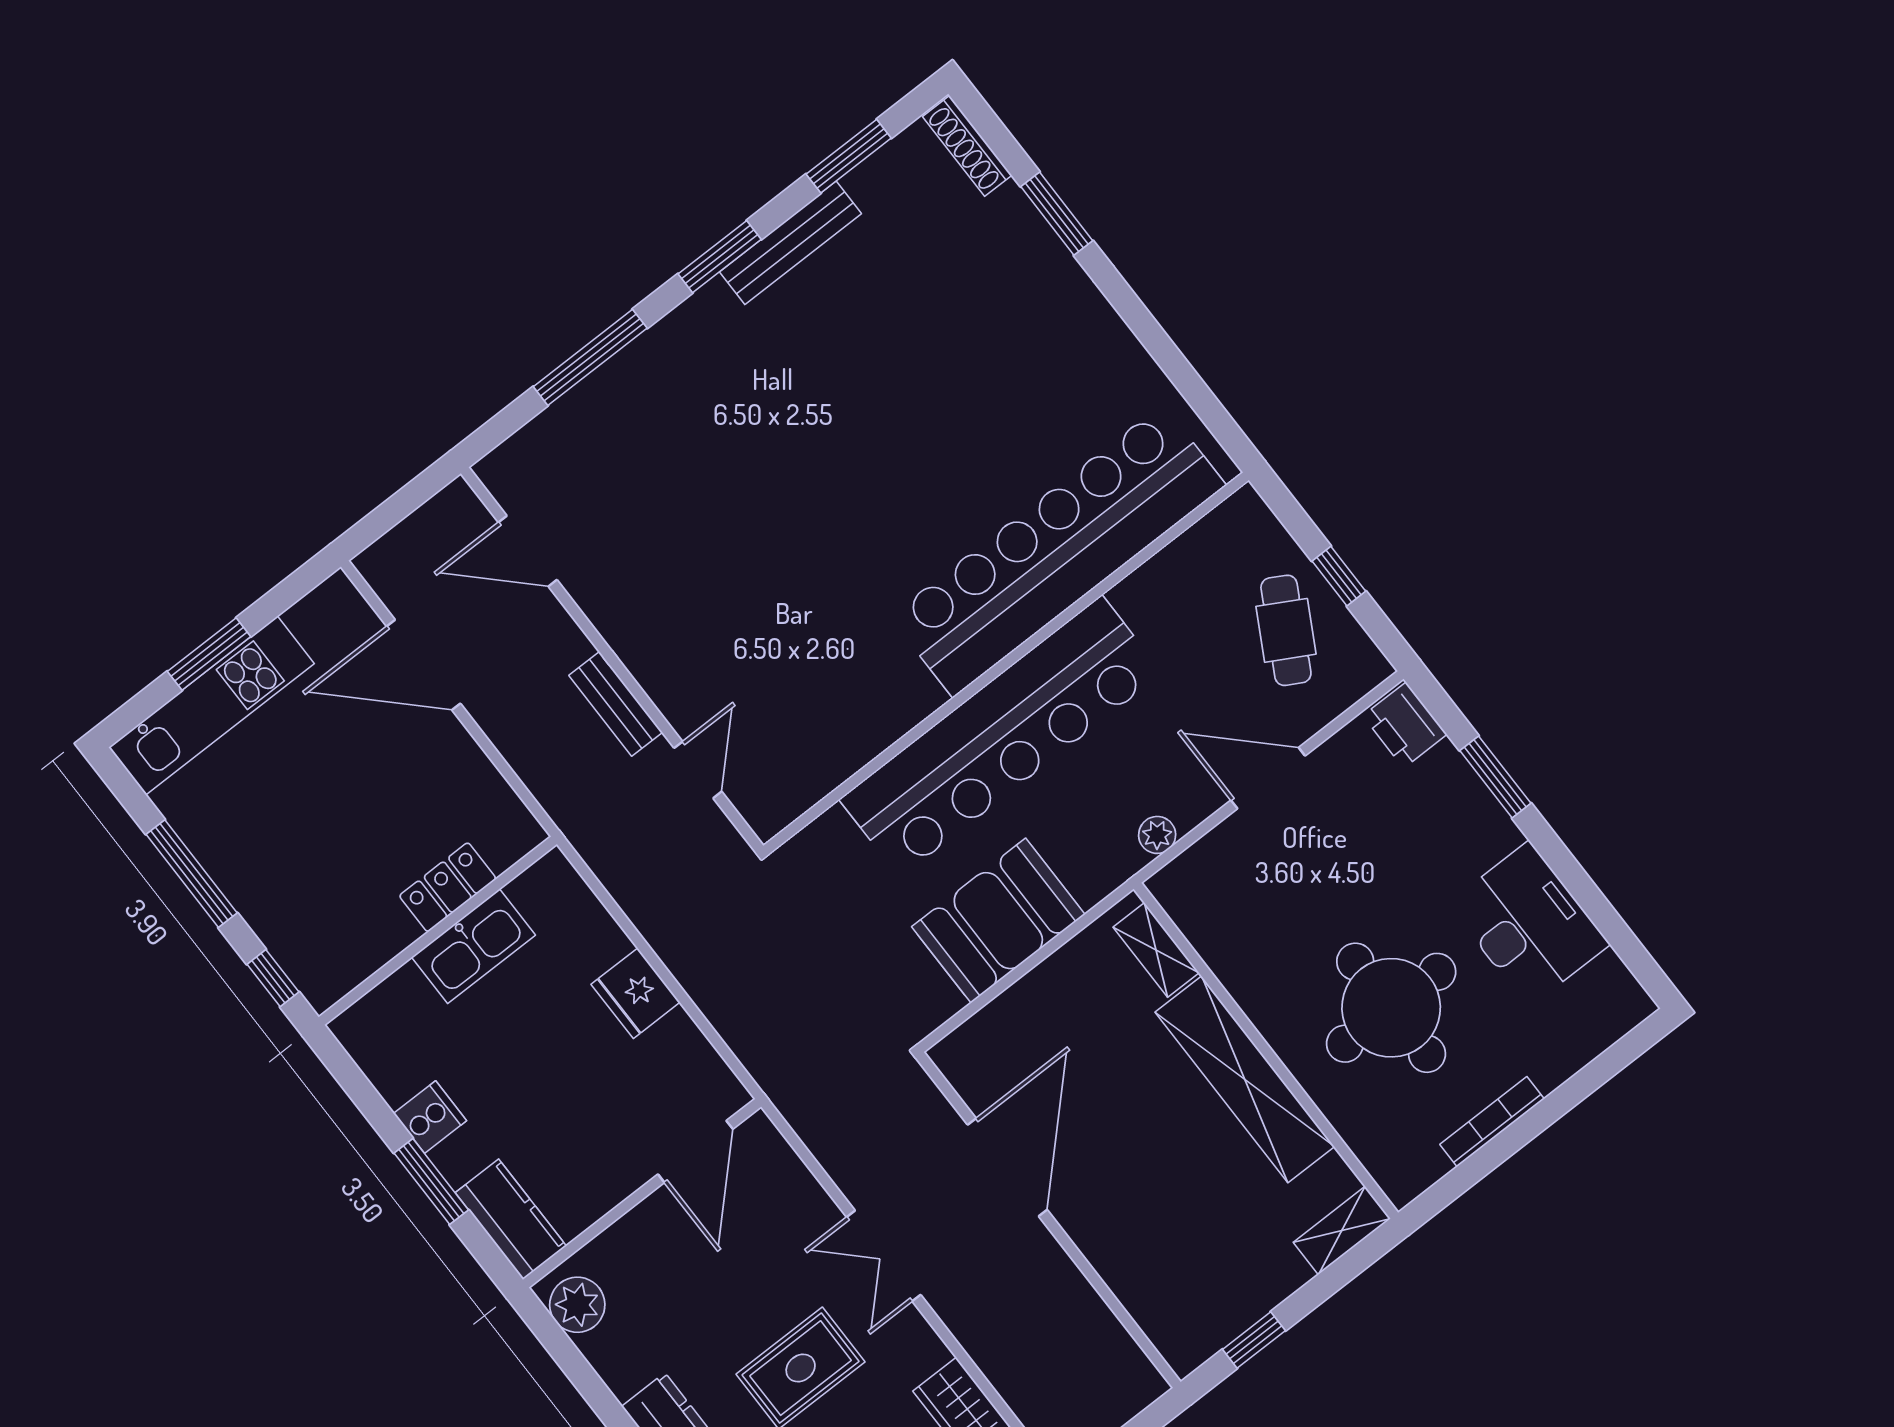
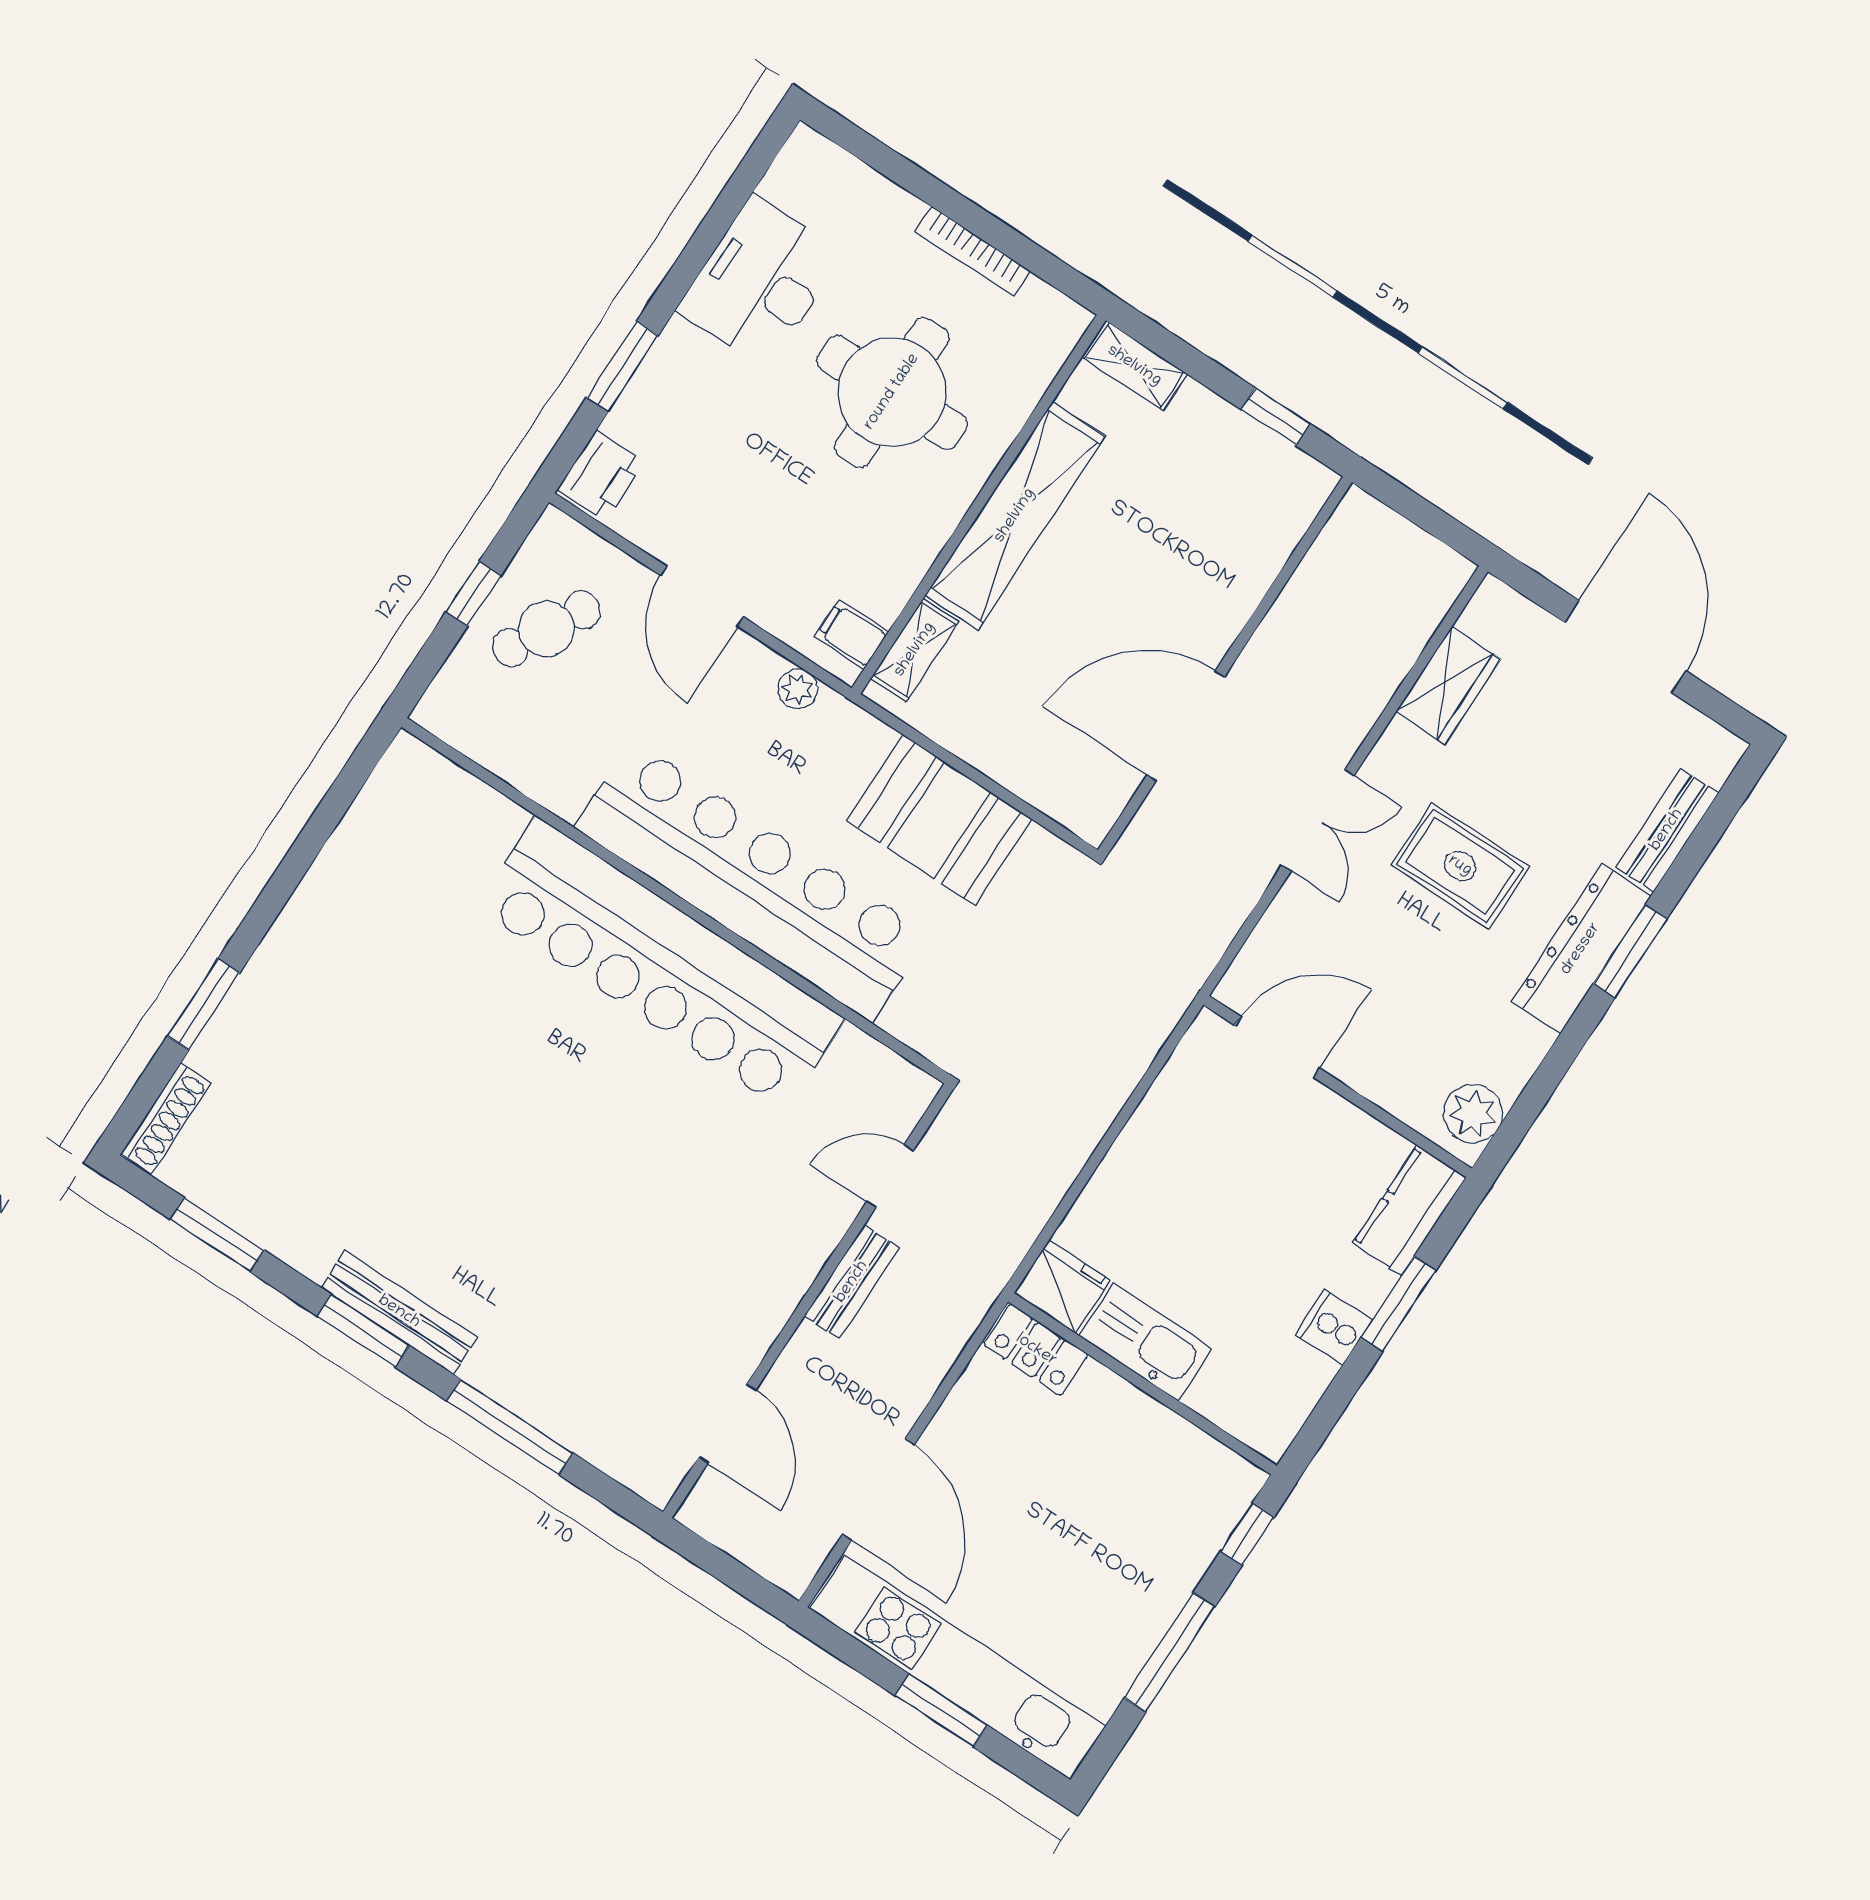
bench: (790, 243) -> (399, 1312), moved
bar counter: (1058, 551) -> (661, 963), moved
kitchen unit: (211, 706) -> (958, 1667), width x1.36
locker: (448, 887) -> (1036, 1350), moved
filing cabinet: (1189, 899) -> (851, 634), added
fridge: (636, 993) -> (1062, 1287), moved, turned -90

